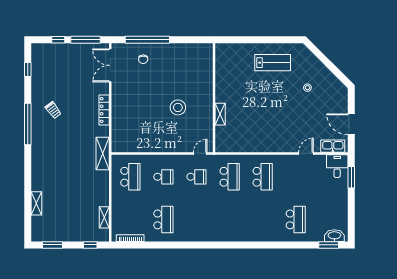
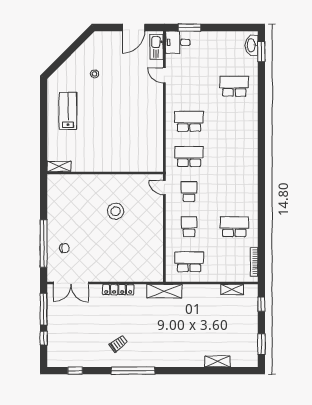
shelving: (220, 114) -> (59, 167), moved

